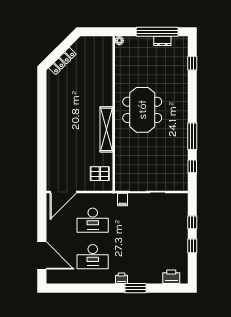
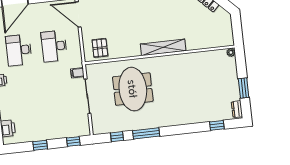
window: (157, 32) -> (244, 88), width x0.47
dresser: (162, 41) -> (237, 109), moved
meeting table: (142, 110) -> (133, 89), moved, turned 90
shelving: (106, 129) -> (163, 47), moved
window: (192, 222) -> (73, 142), moved

